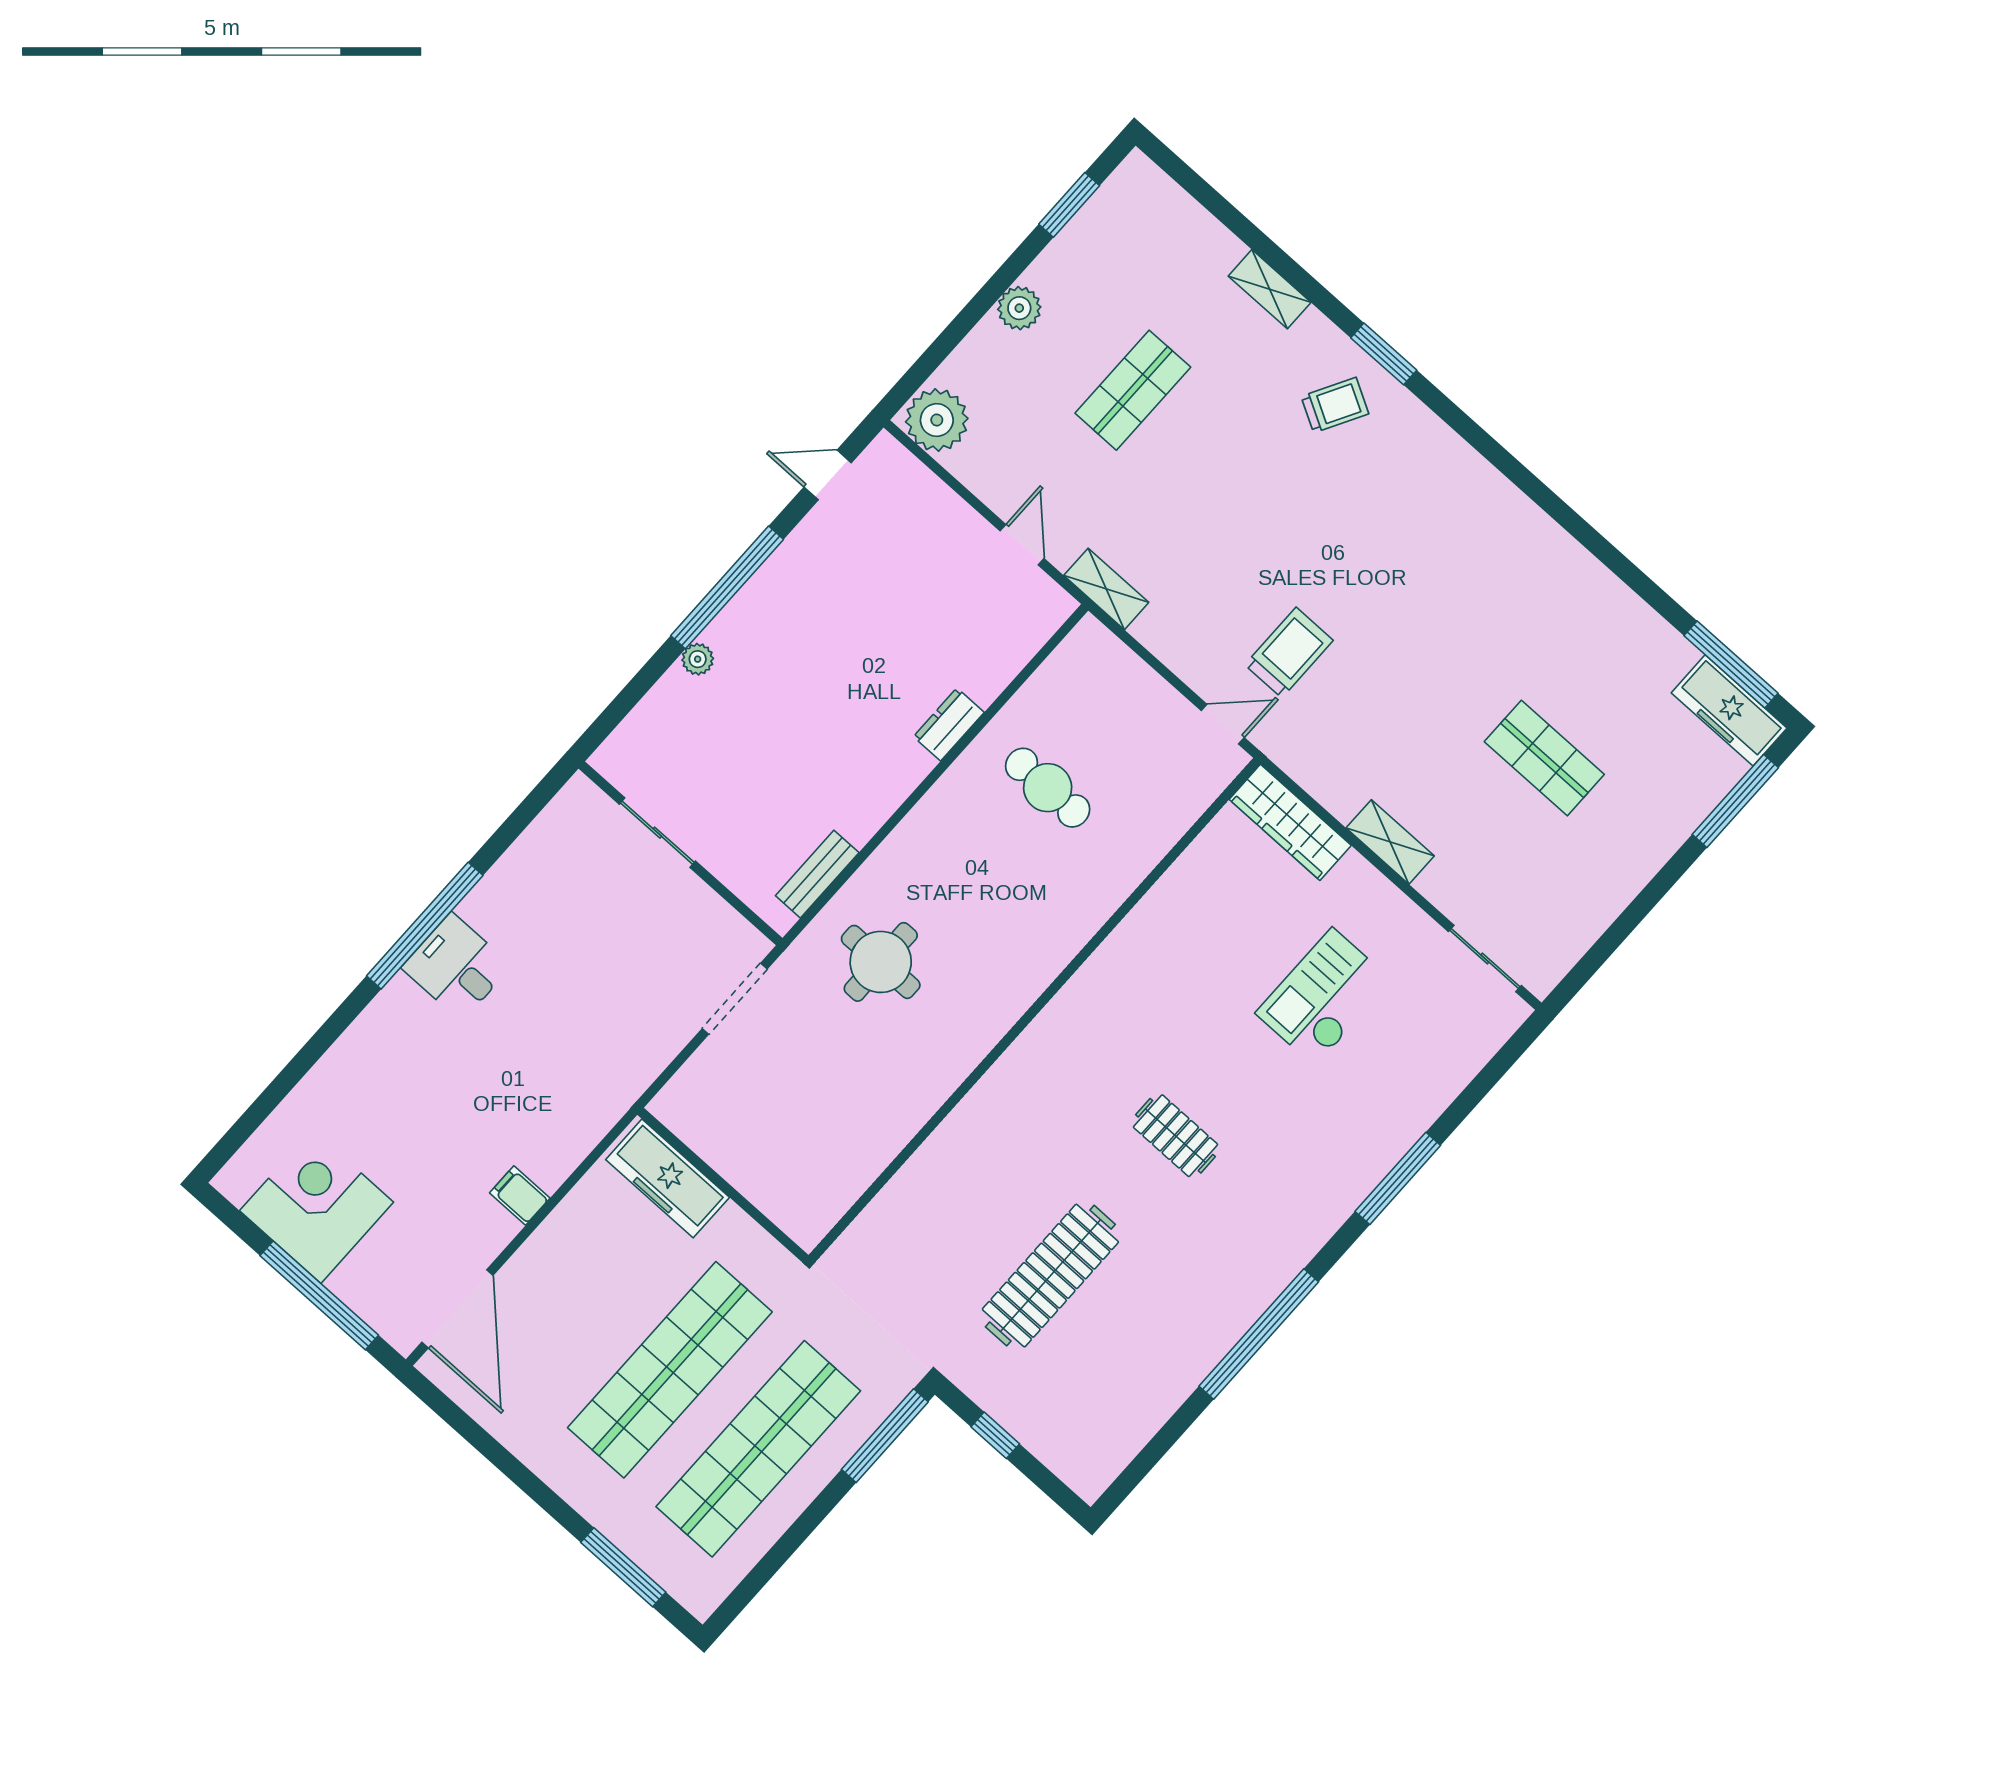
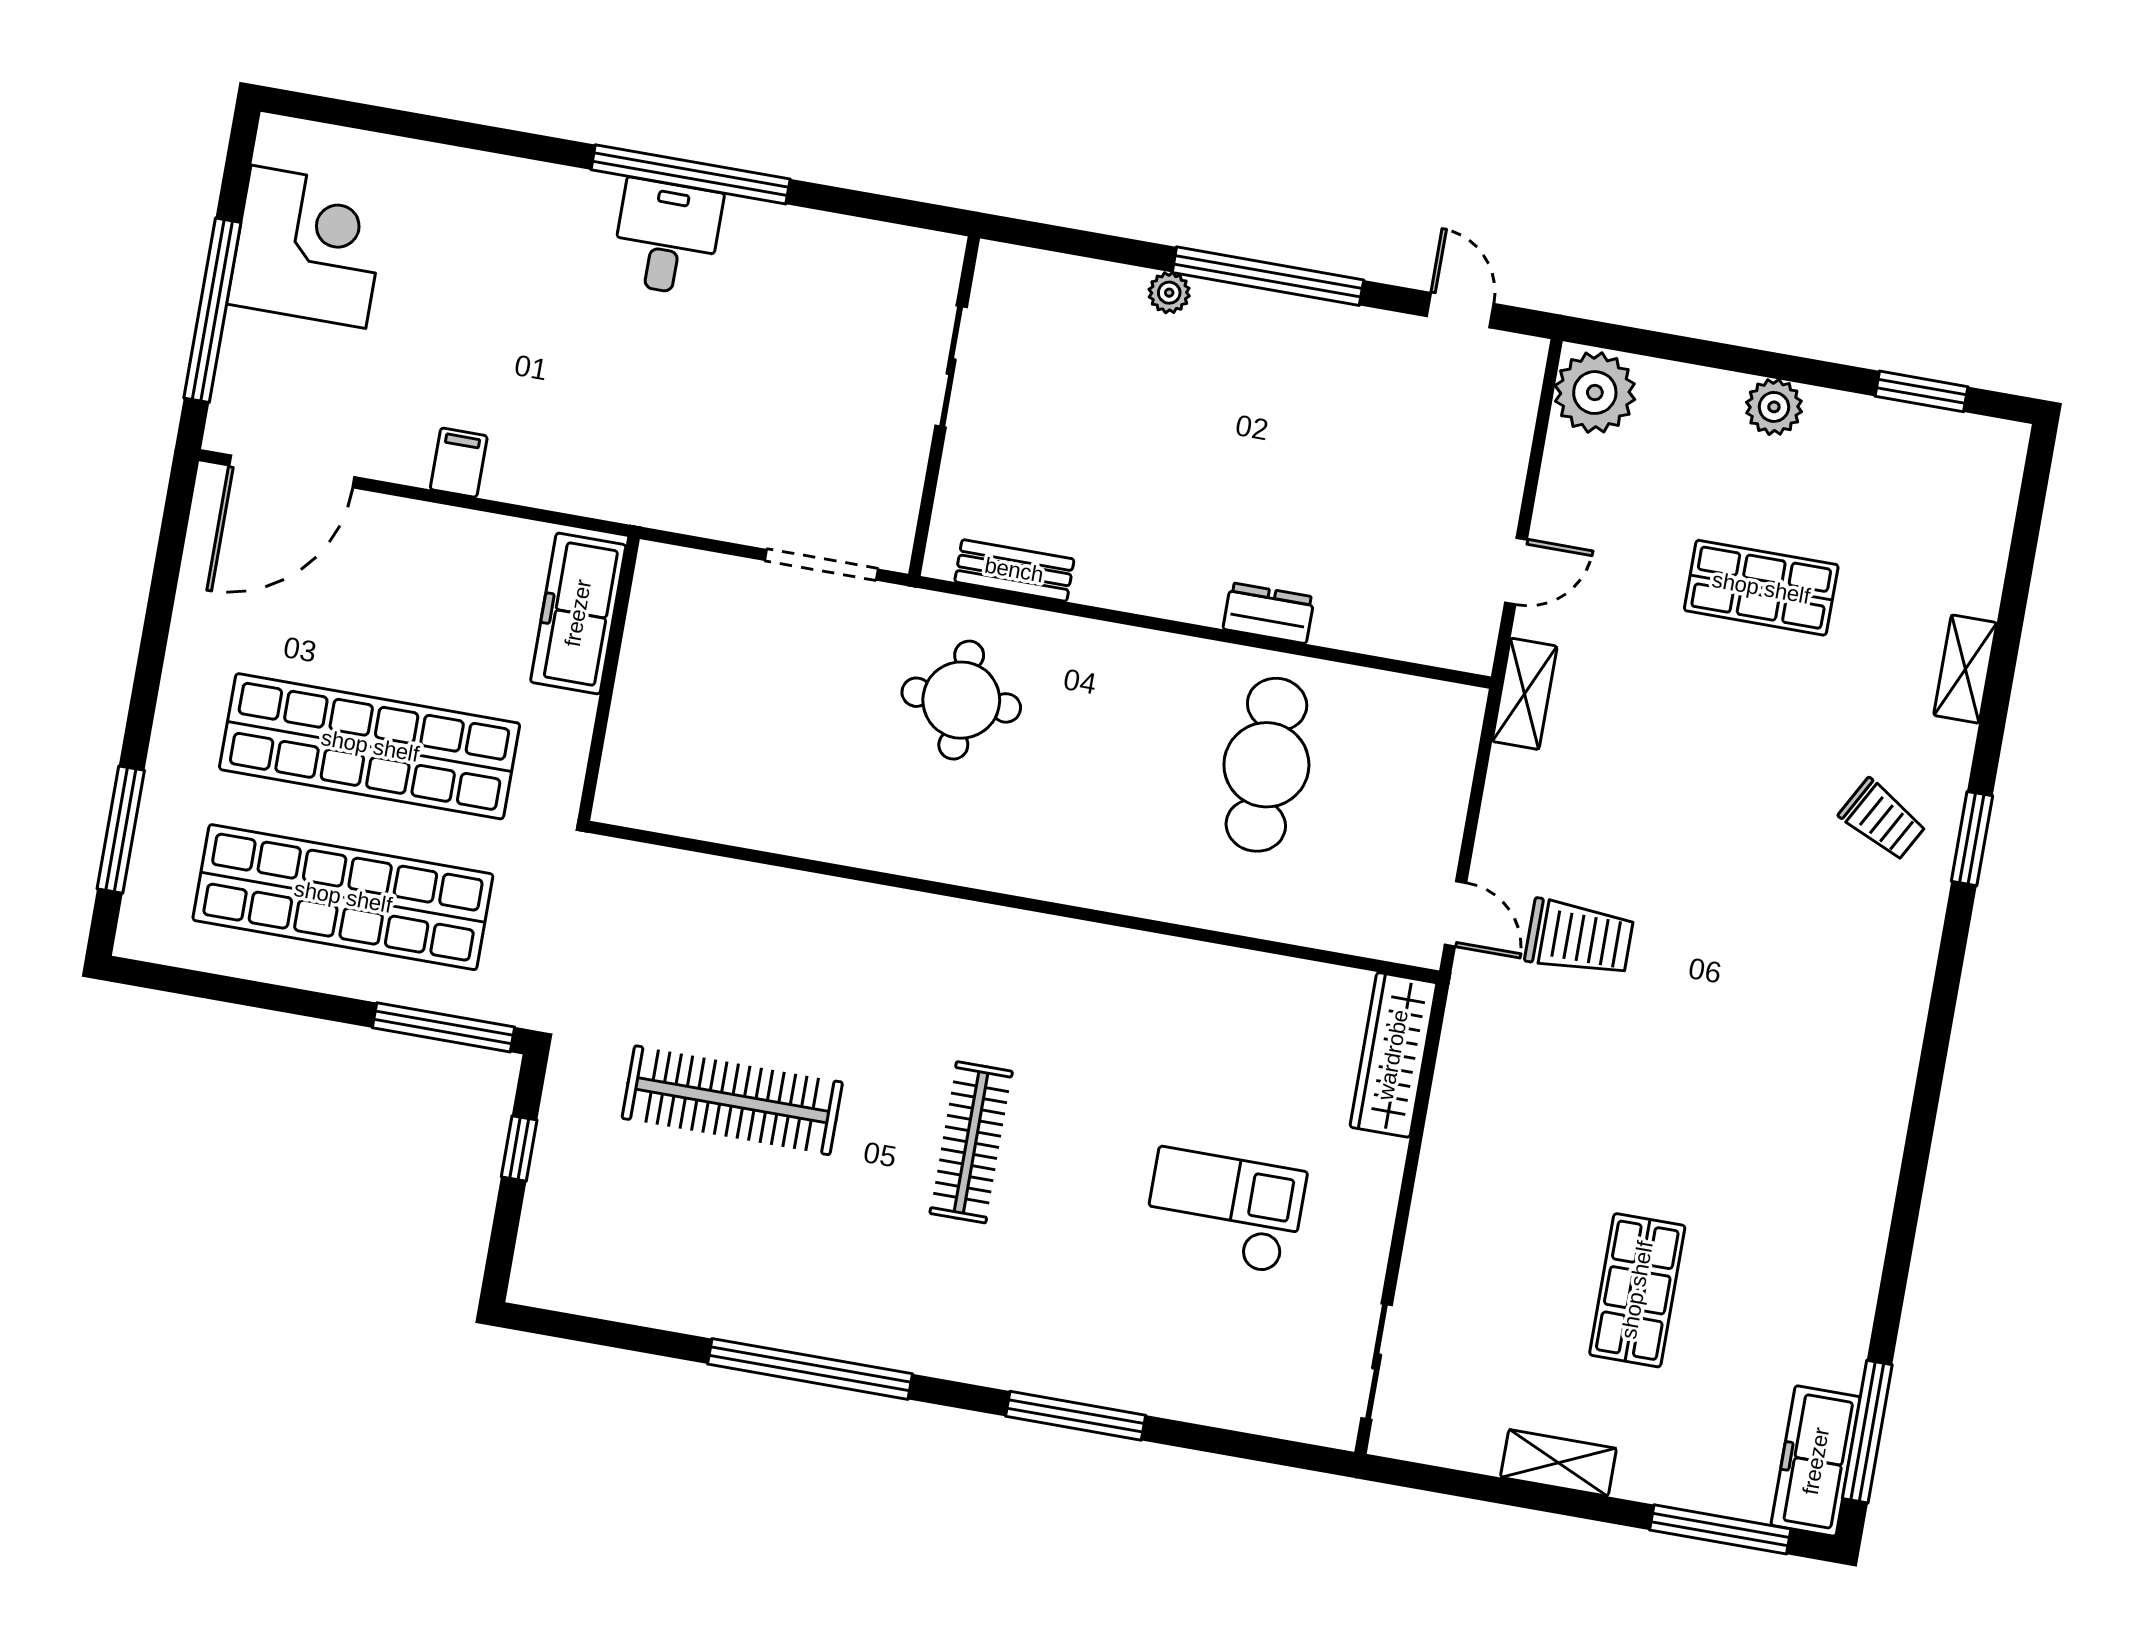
cafe table: (1048, 788) -> (1266, 765), width x1.37, depth x1.35
shelving: (1390, 842) -> (1558, 1463), moved, turned 90
clothes rail: (1175, 1136) -> (971, 1142), width x1.36

